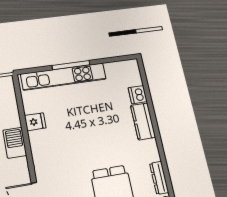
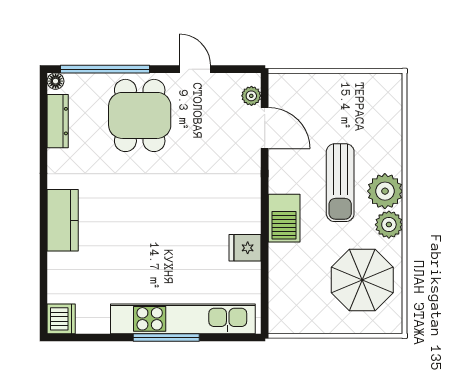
dishwasher: (138, 95) -> (61, 319), moved

